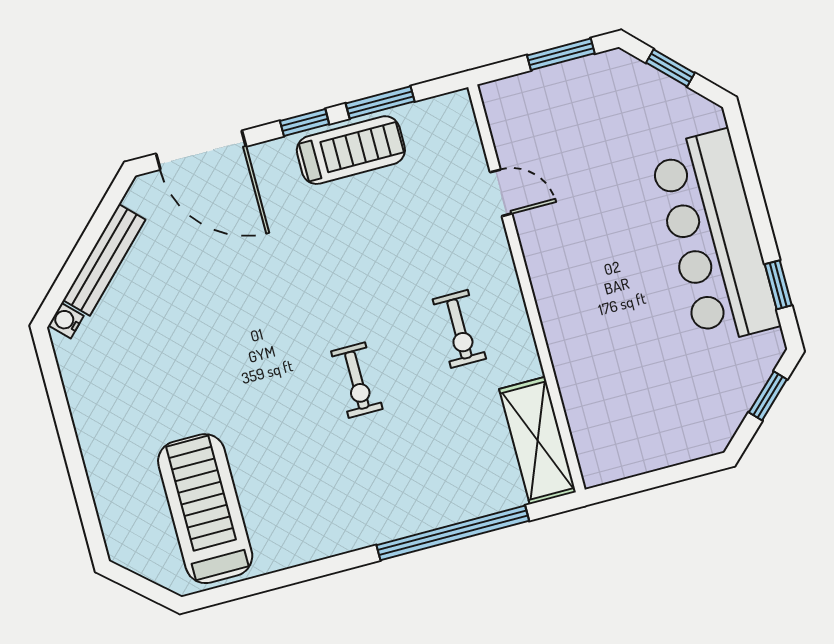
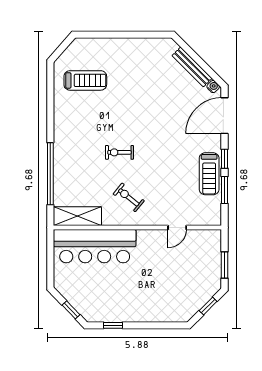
bar counter: (714, 237) -> (95, 246), moved, turned 180
water cooler: (66, 321) -> (213, 87), moved
exercise bike: (459, 329) -> (129, 197), turned 39
treadmill: (205, 509) -> (85, 80), width x0.73, depth x0.73

